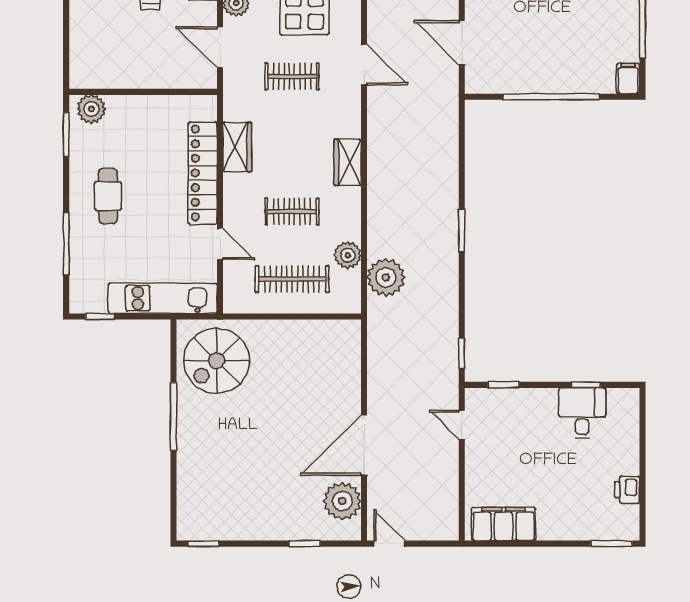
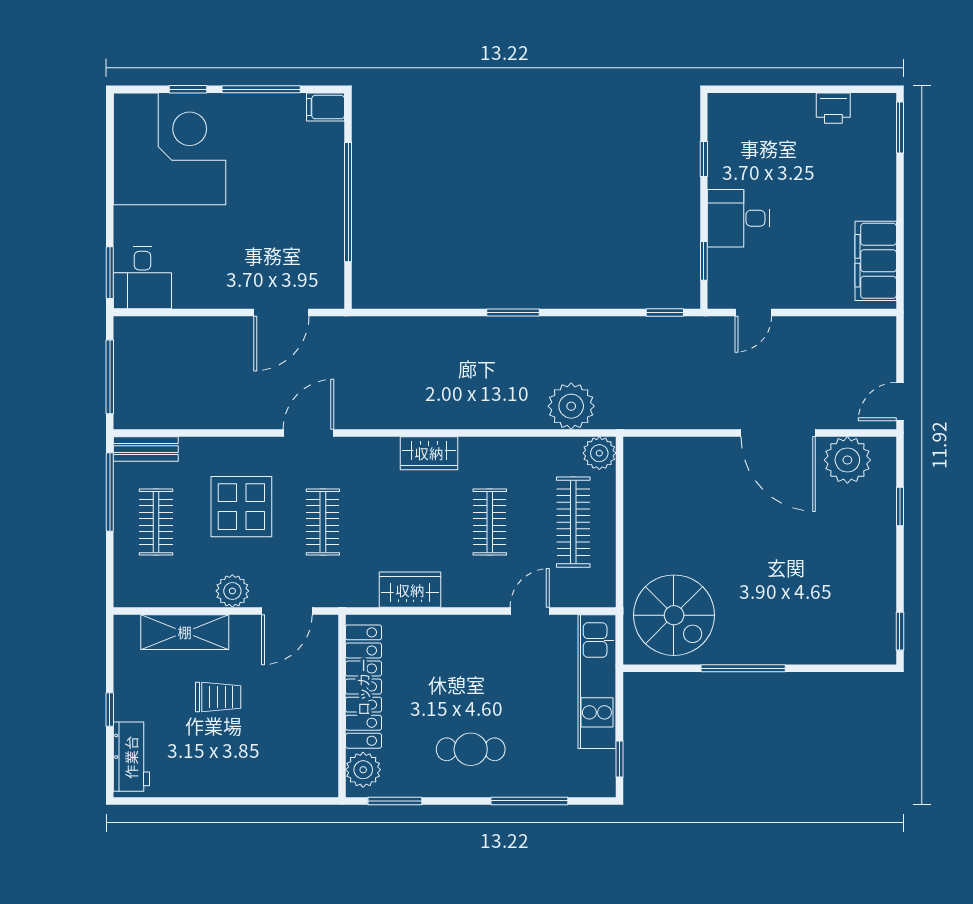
locker: (203, 173) -> (363, 687), moved, turned -90
plant: (348, 255) -> (599, 453), moved
desk: (582, 413) -> (739, 218), moved

